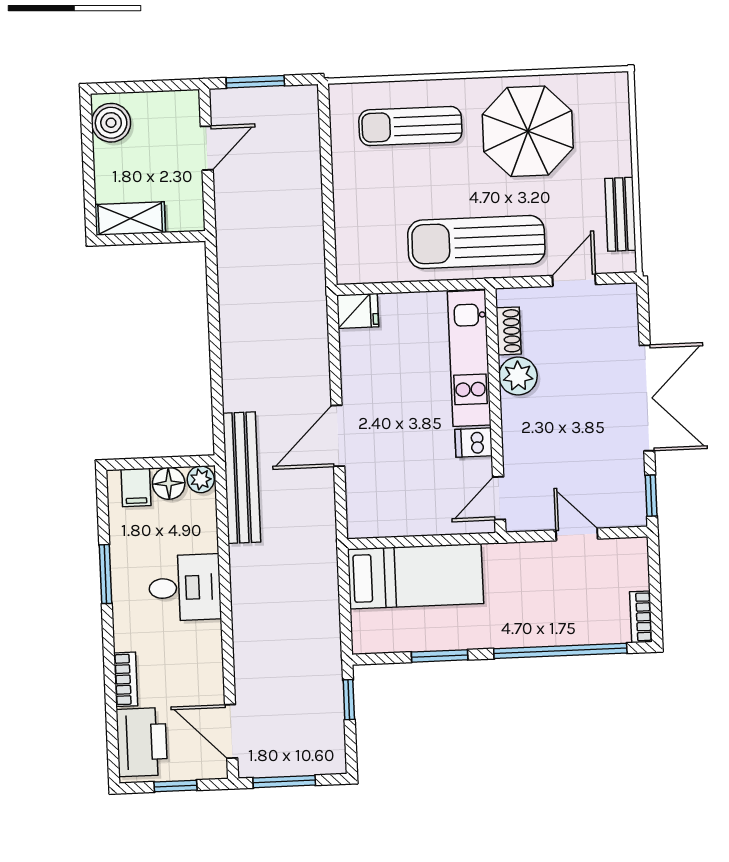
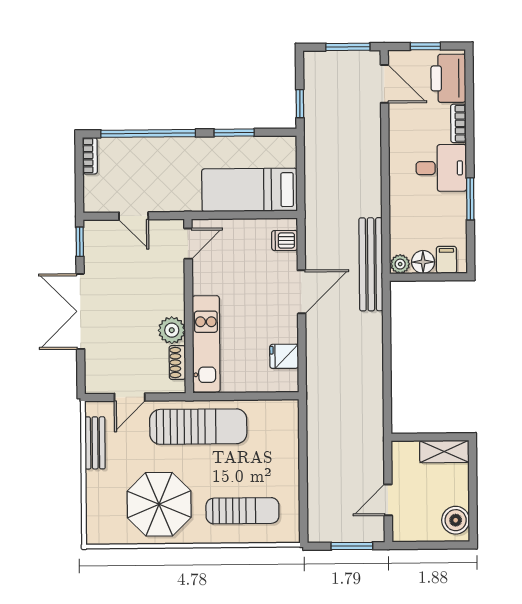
fridge: (358, 311) -> (284, 356), moved
dishwasher: (474, 443) -> (285, 240), moved, turned 180
desk: (185, 588) -> (441, 168), moved, turned 180

